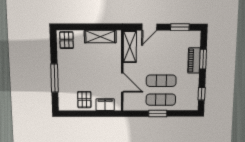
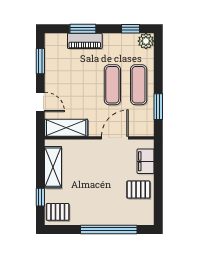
window: (77, 27) -> (40, 197), added
window: (54, 78) -> (109, 229), width x1.46
plant: (192, 105) -> (146, 41), added
window: (158, 114) -> (158, 107), moved

